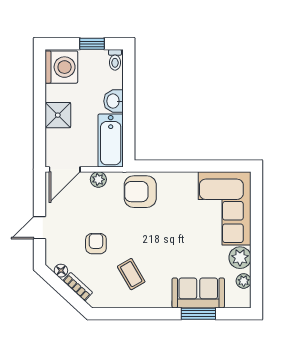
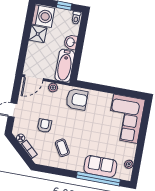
shower: (58, 115) -> (38, 34), moved
armchair: (140, 192) -> (77, 99), turned 180
plant: (240, 258) -> (129, 150), removed
window: (198, 314) -> (98, 179), width x2.11

